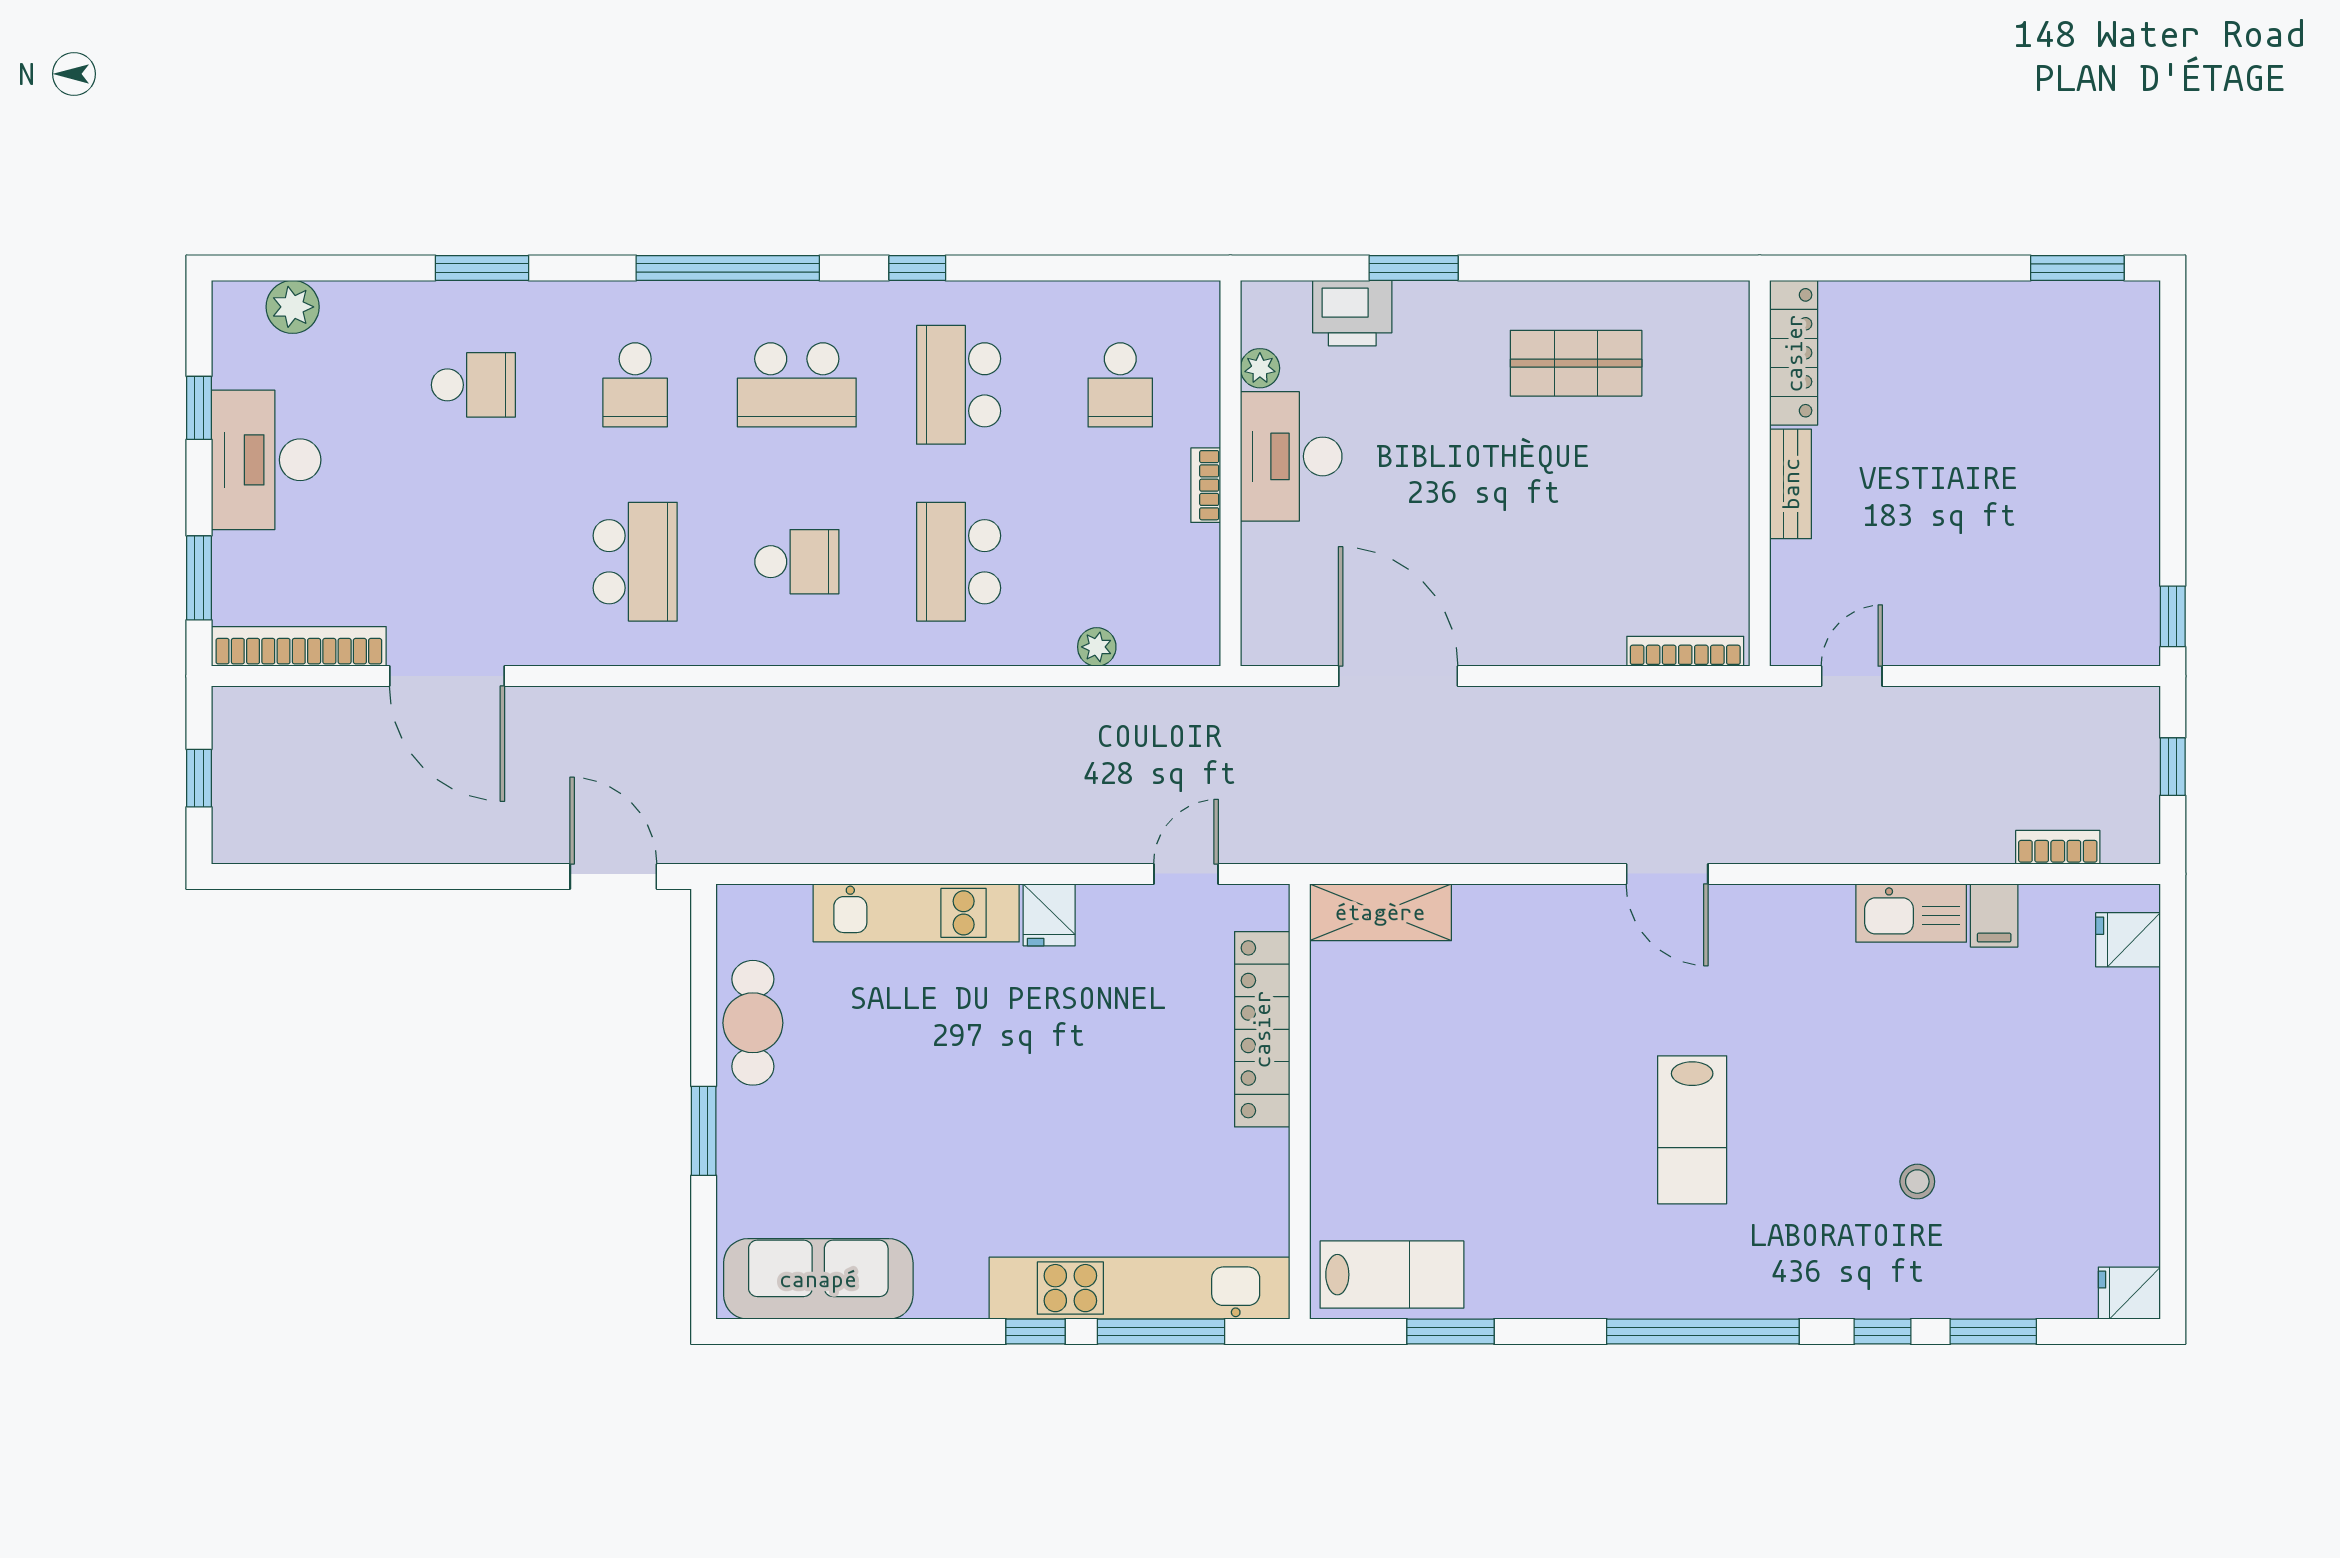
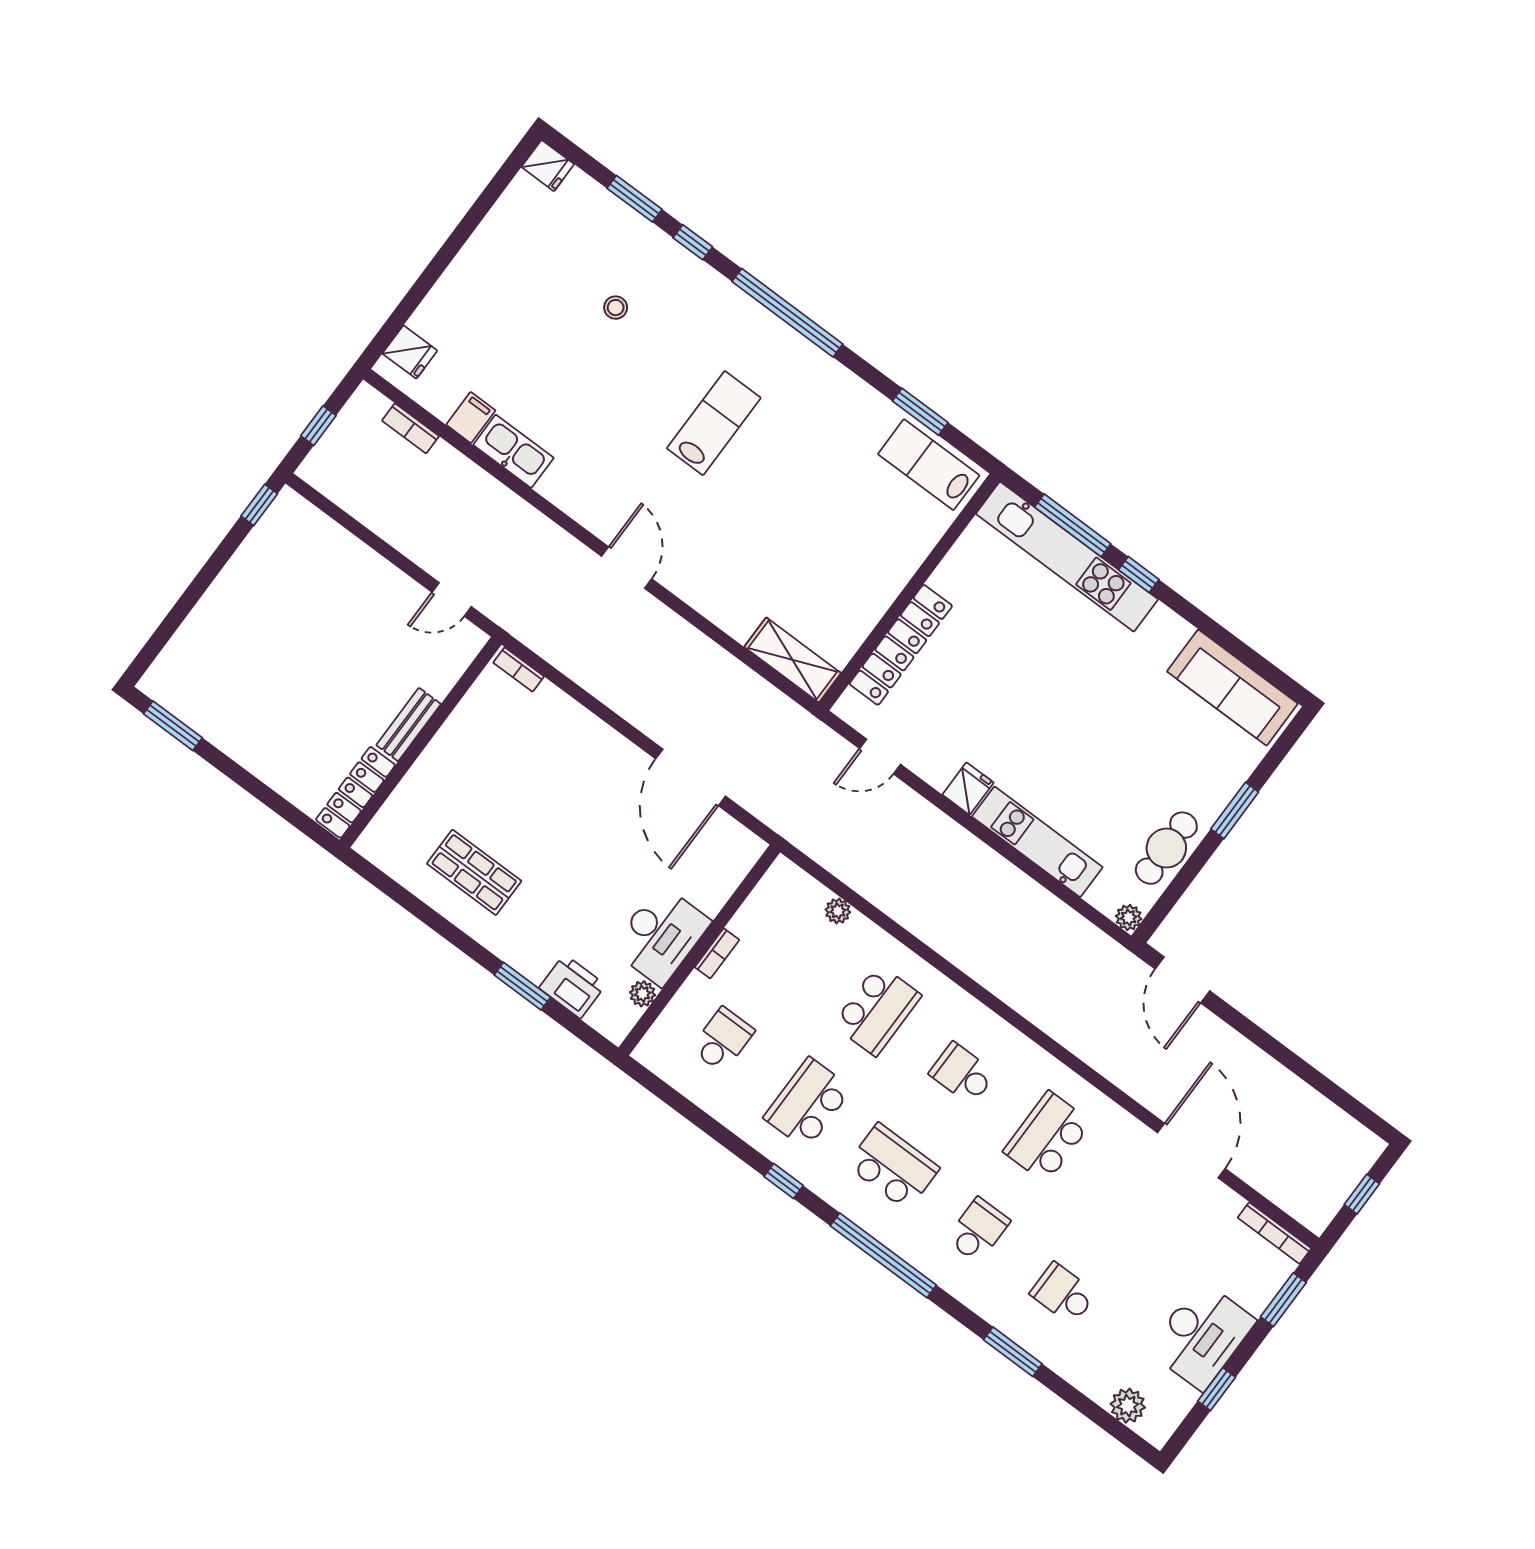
school desk: (959, 385) -> (808, 1103), turned 180
bookcase: (299, 646) -> (1274, 1233), width x0.68, depth x0.76
bookcase: (1685, 651) -> (519, 670), width x0.64
plant: (736, 904) -> (1129, 917), added

